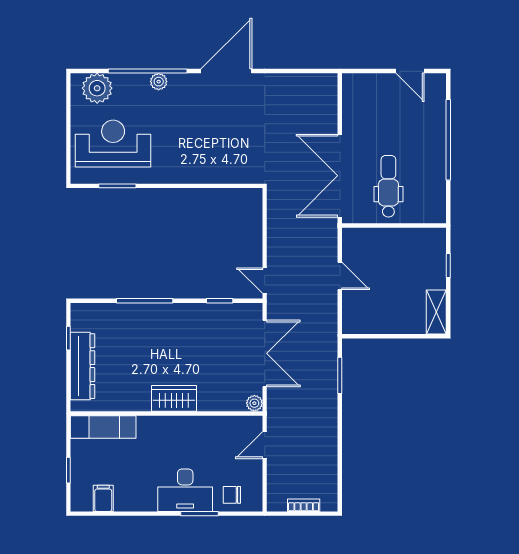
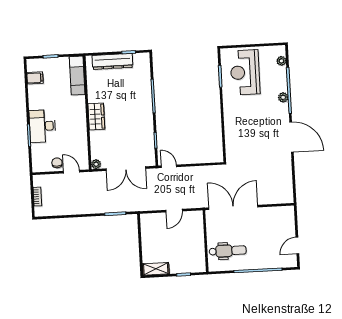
plant: (97, 88) -> (281, 61), width x0.53, depth x0.53
reception desk: (113, 144) -> (245, 72), turned 180
dental chair: (388, 186) -> (228, 251), moved
door: (265, 281) -> (169, 166), hinge flipped
chair: (232, 495) -> (57, 163), moved

